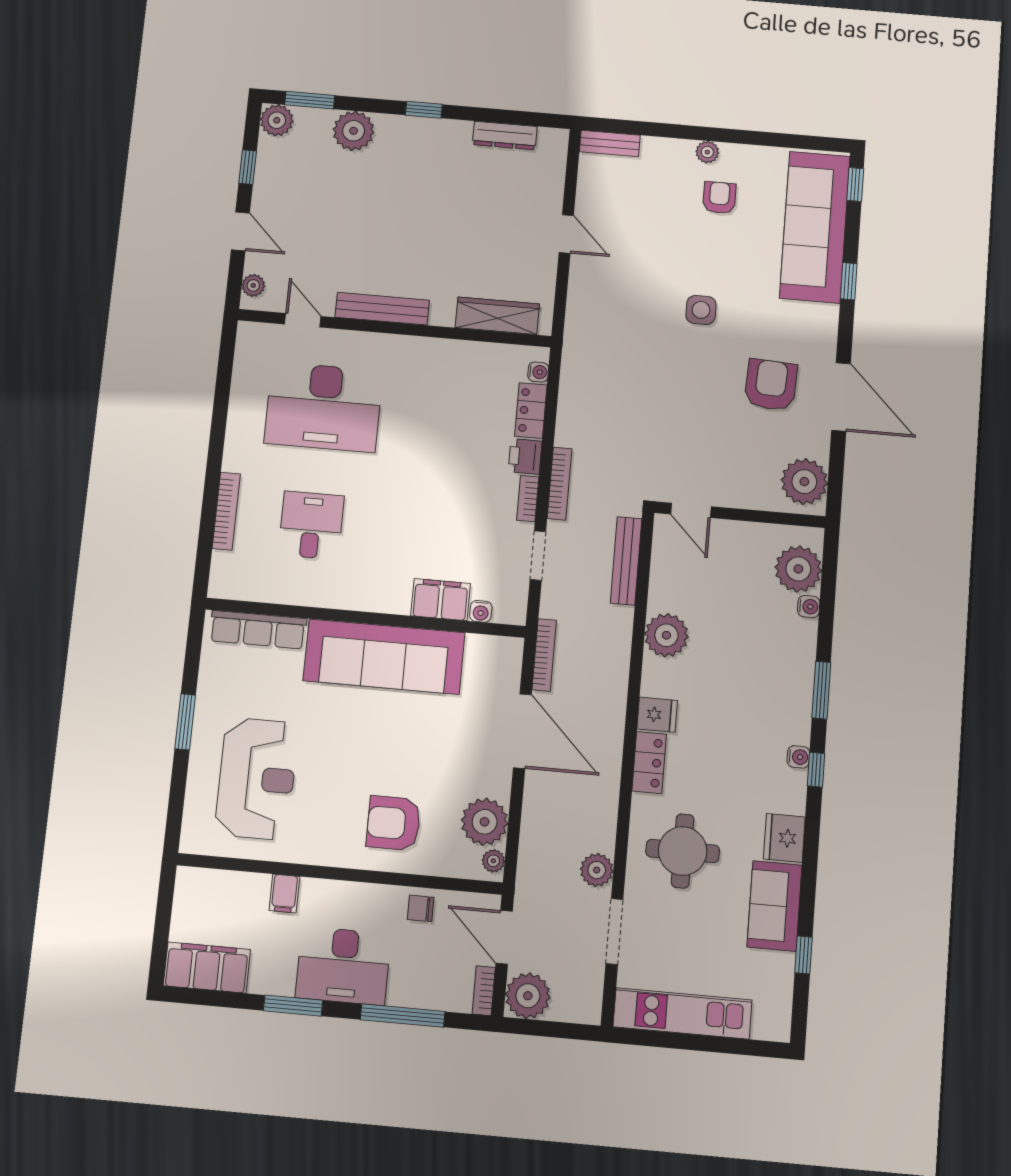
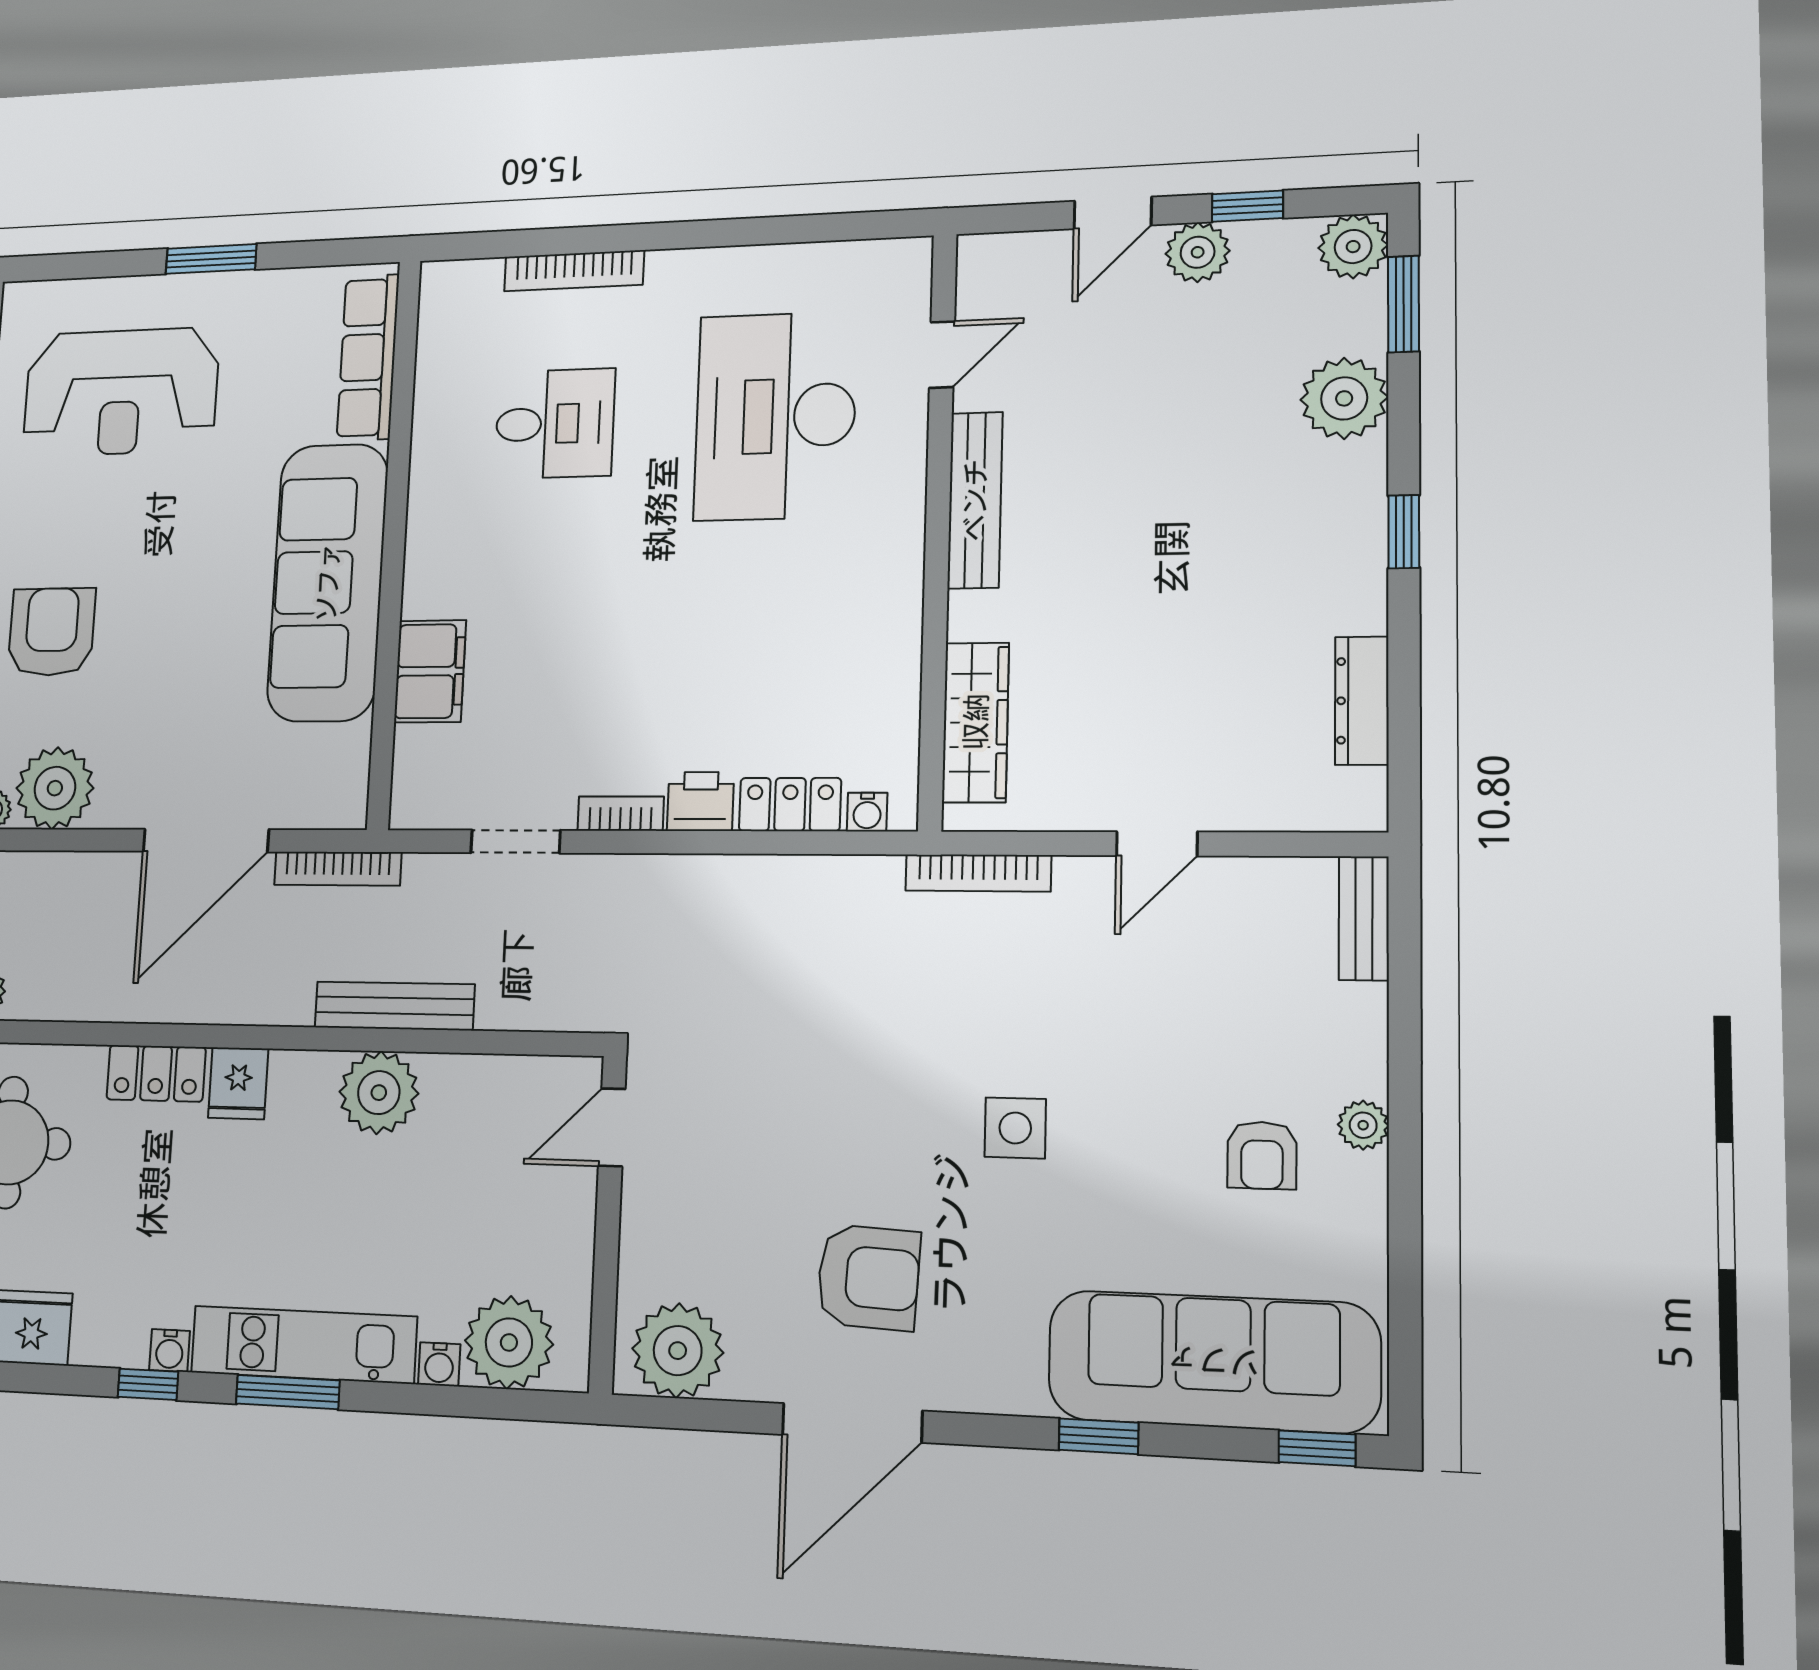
armchair: (719, 198) -> (1262, 1155), turned 90
plant: (253, 285) -> (1198, 252), moved, width x1.38, depth x1.38
bookcase: (559, 484) -> (978, 873), moved
bench: (626, 561) -> (394, 1006), moved
water cooler: (481, 611) -> (412, 746), removed
kitchen unit: (797, 681) -> (303, 1345), added

